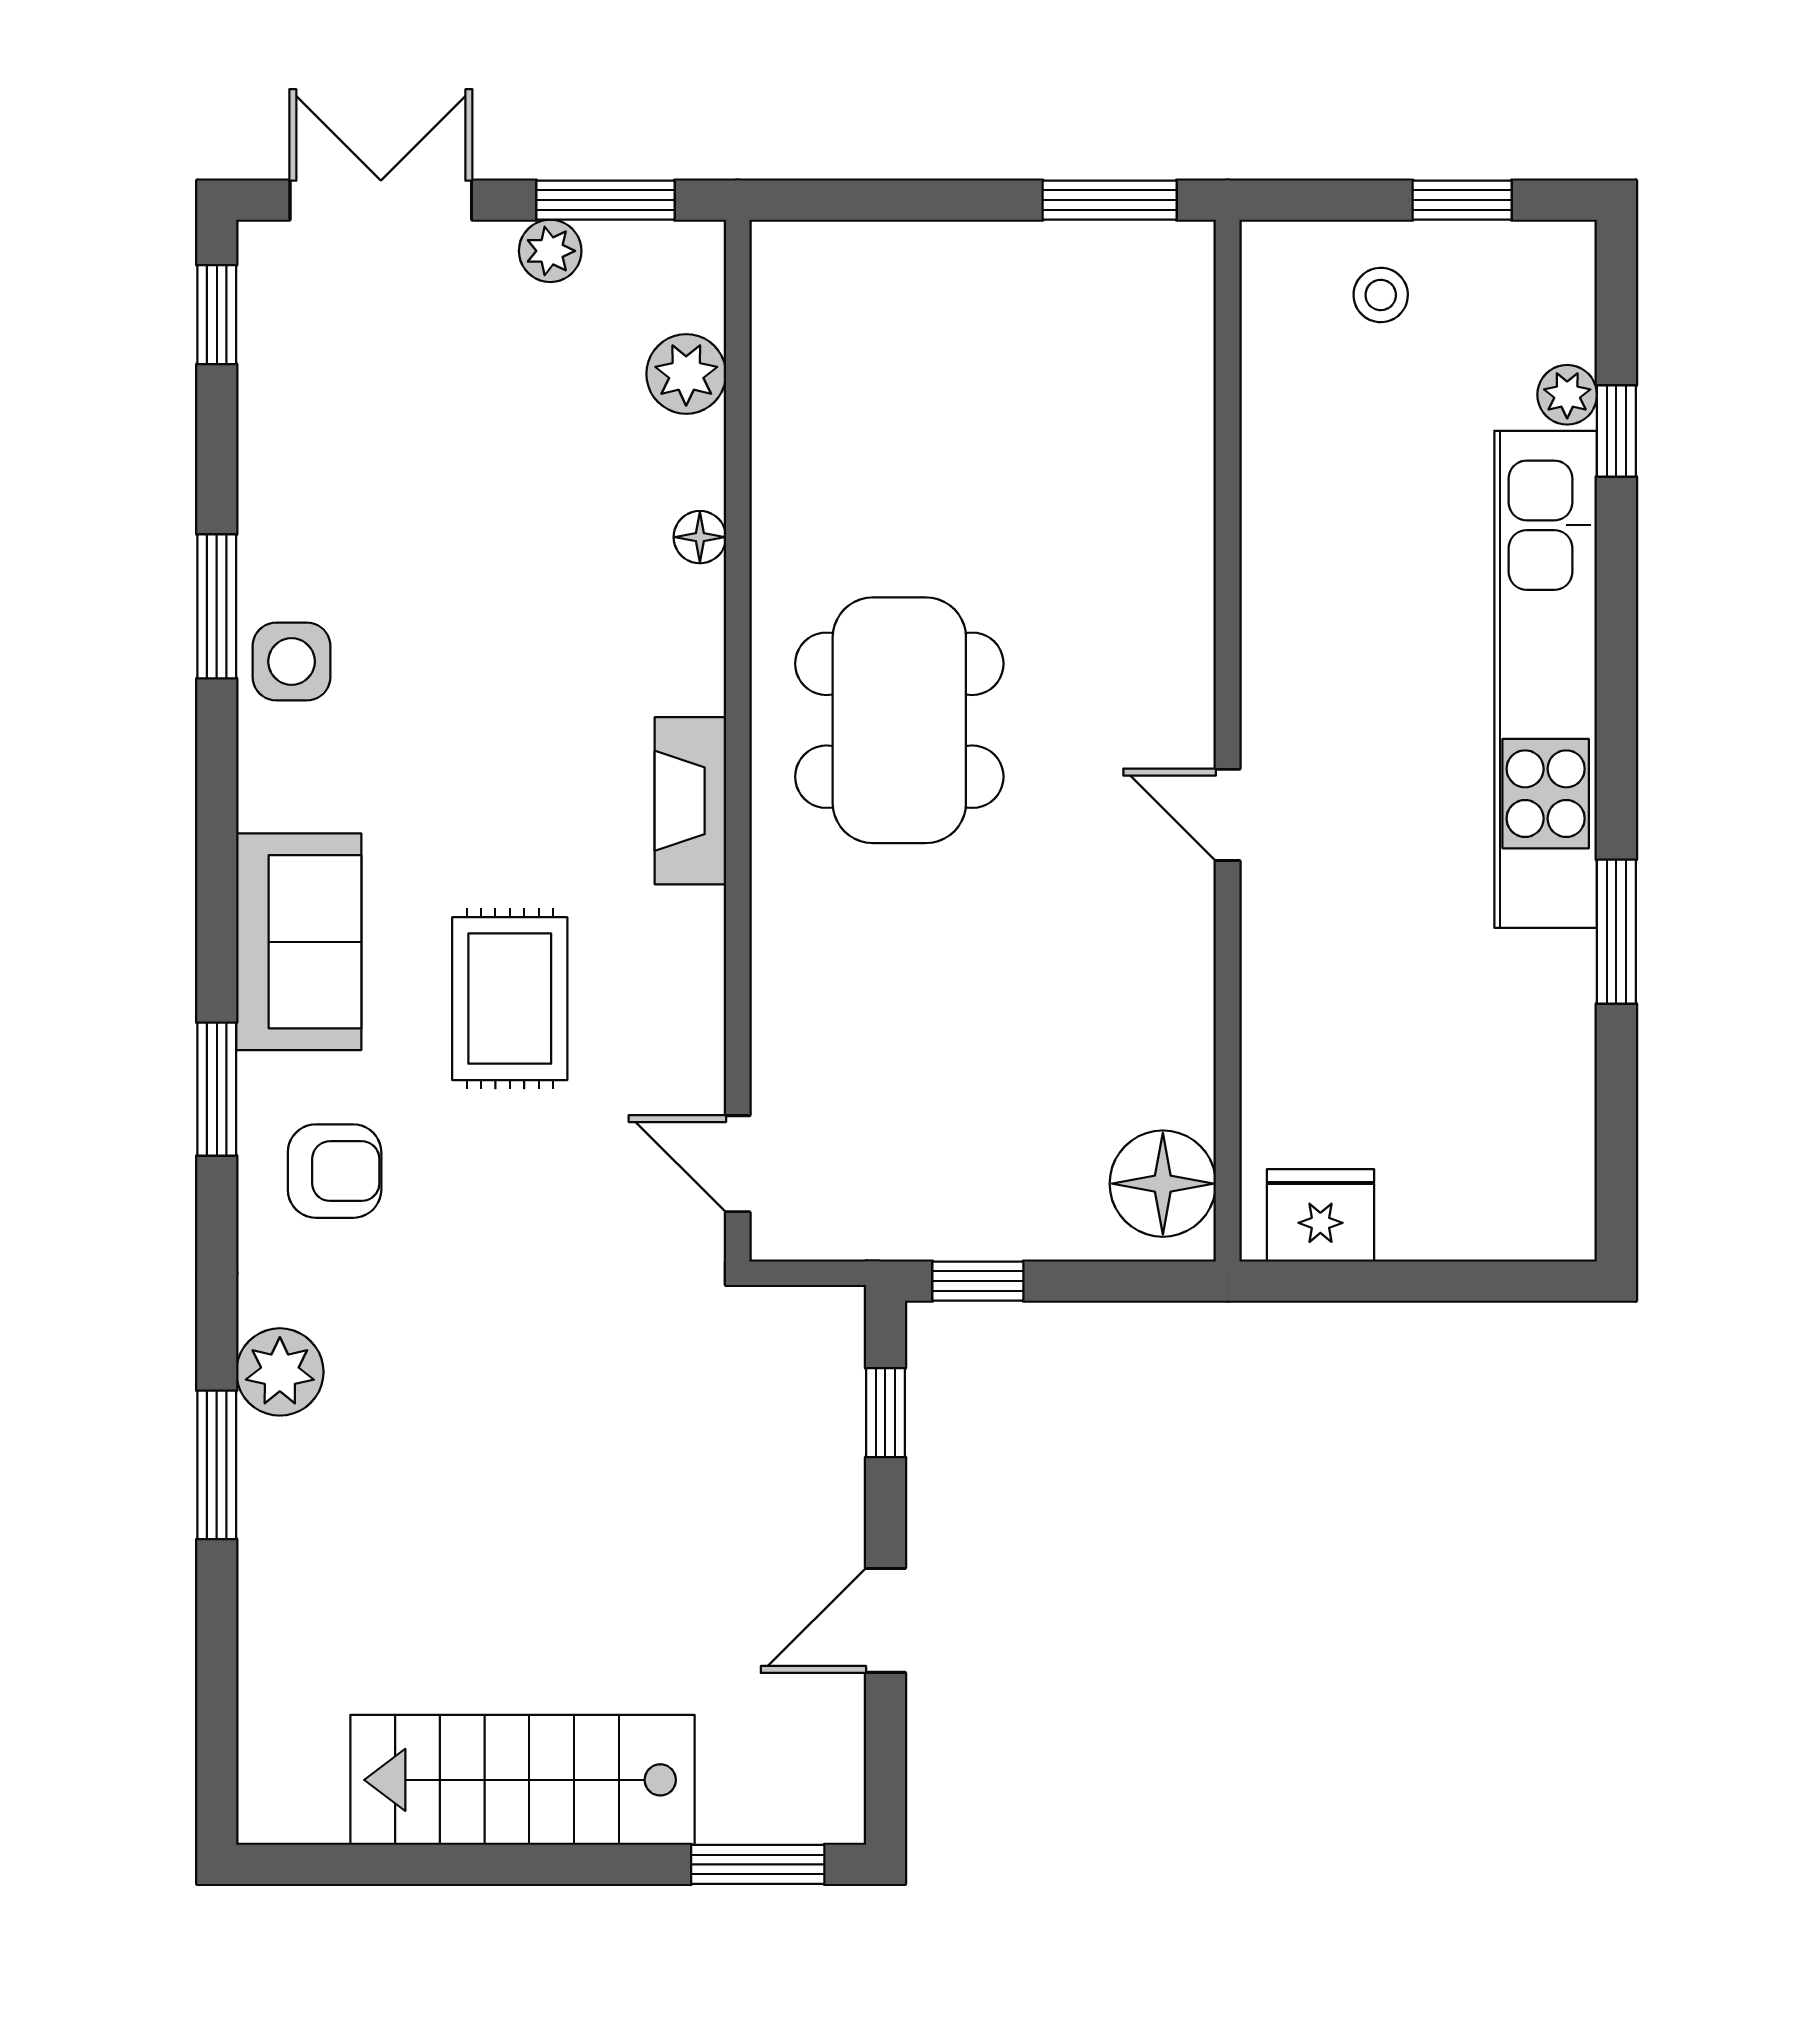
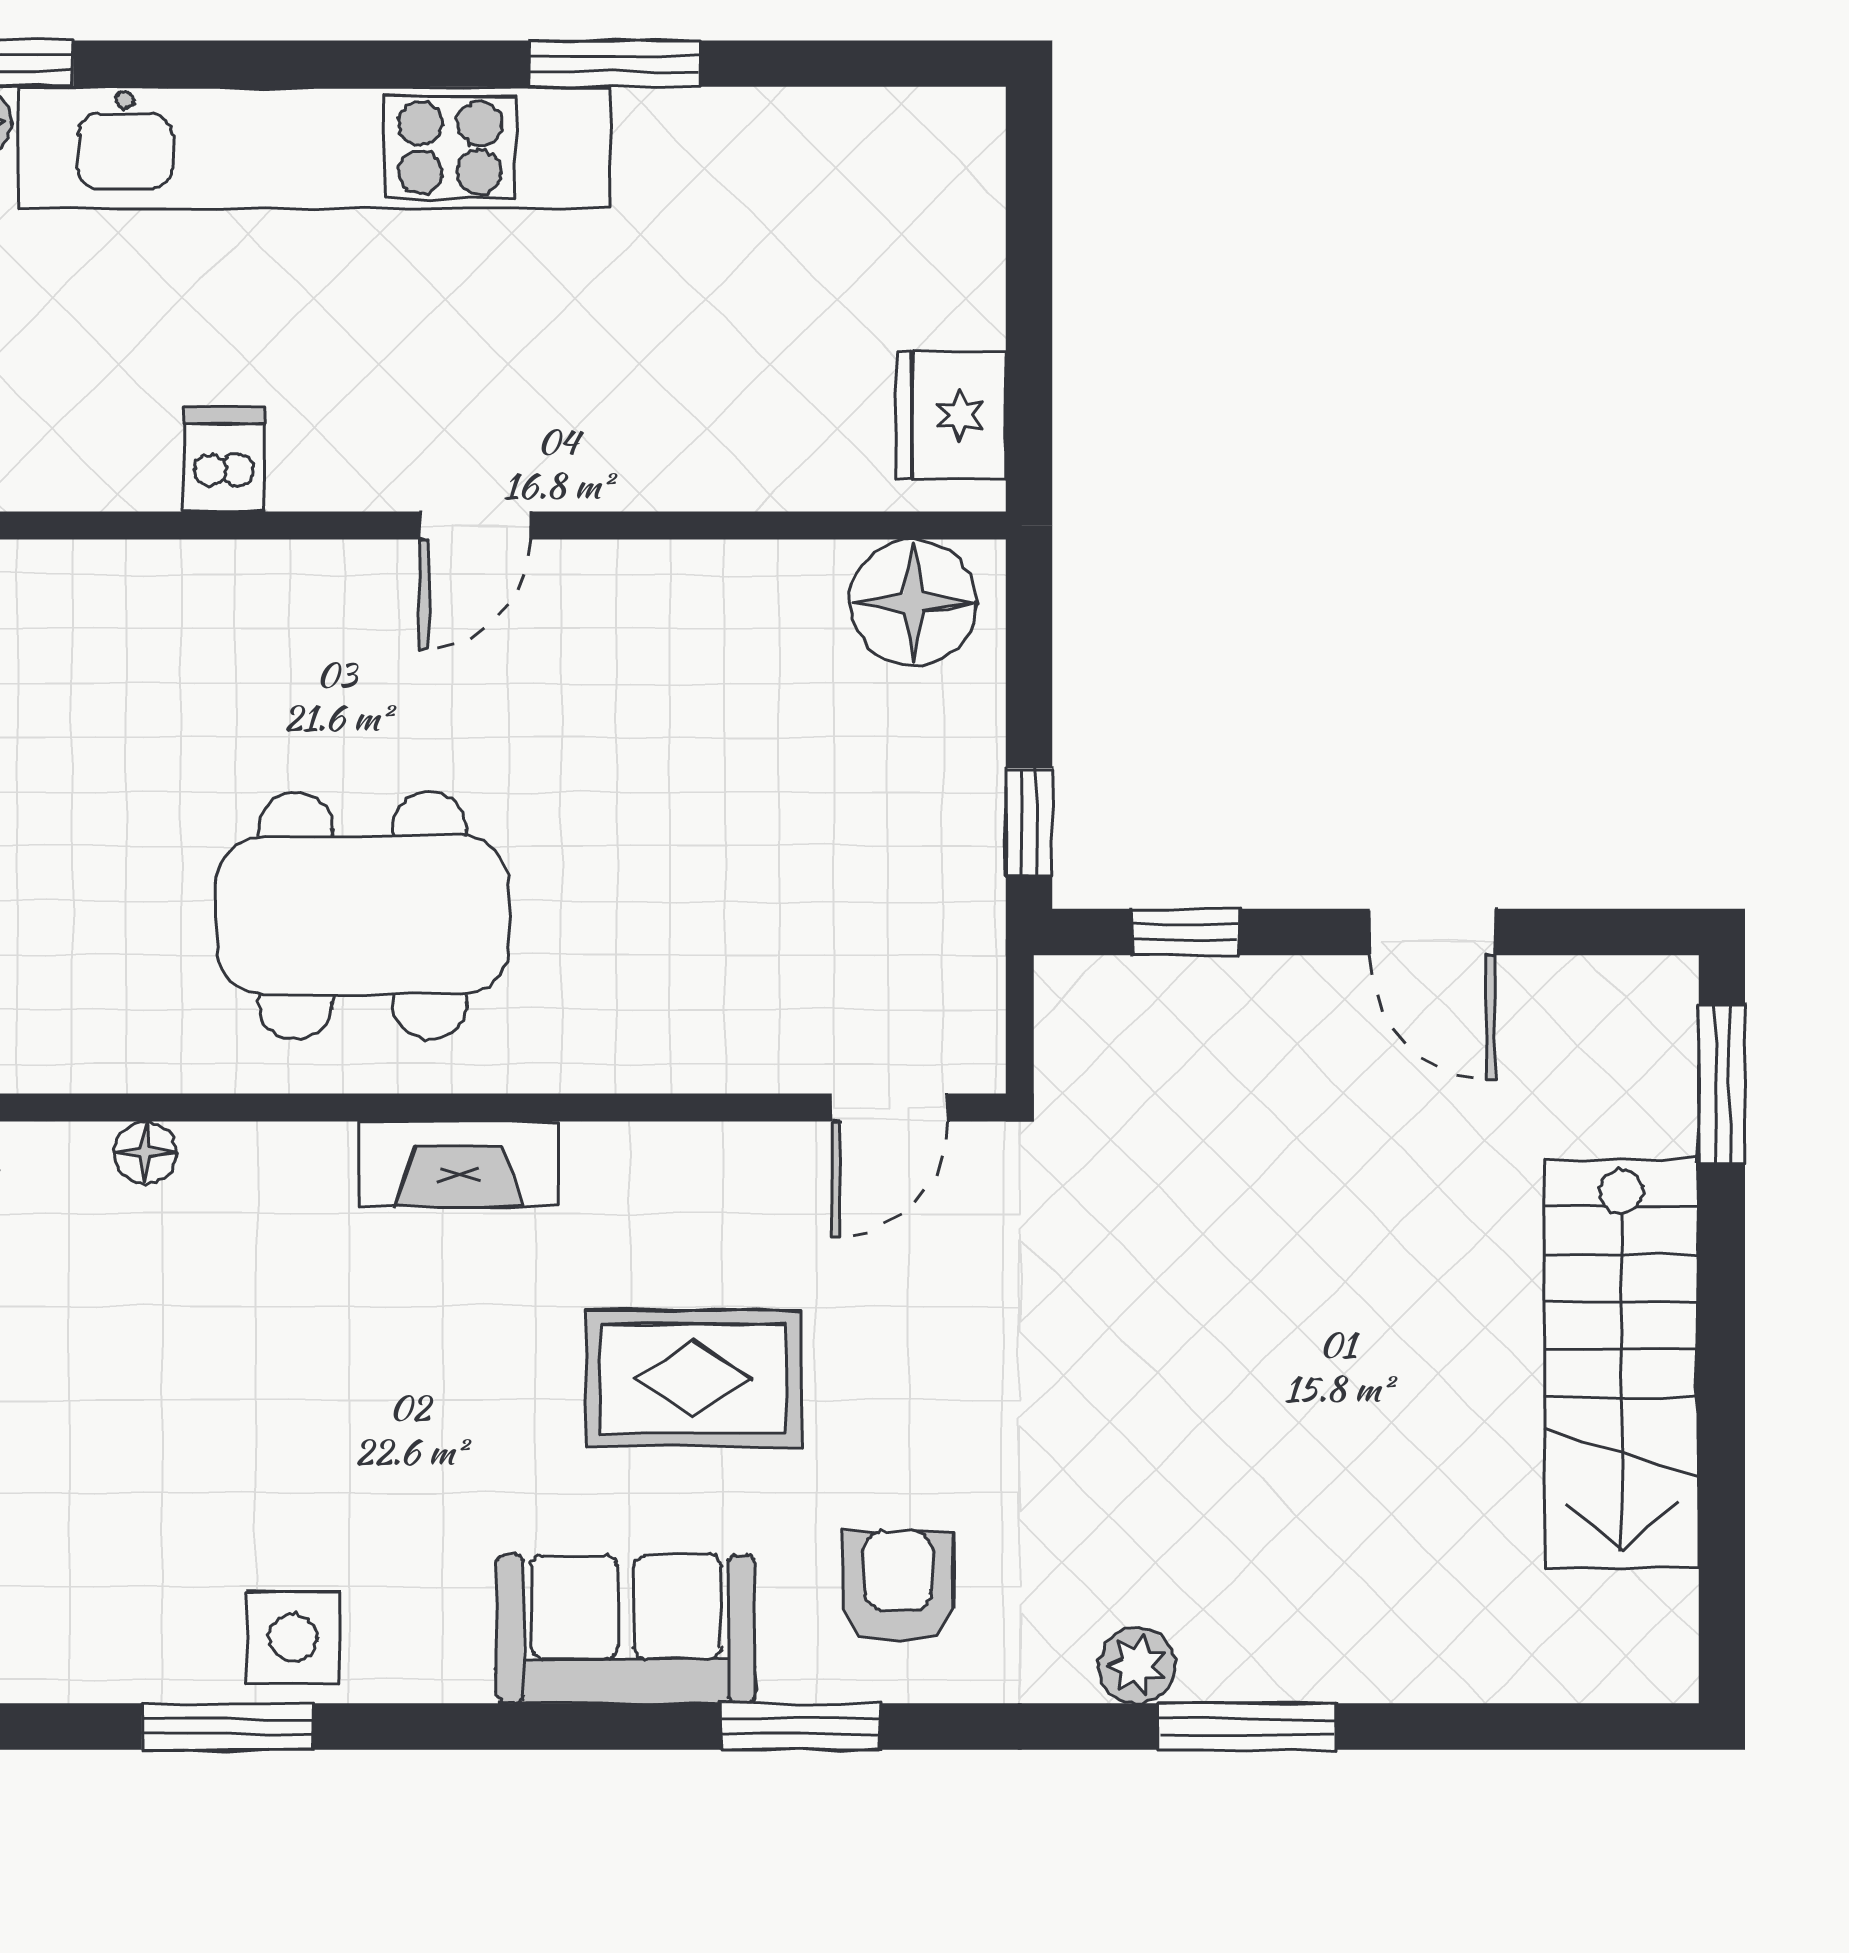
dishwasher: (1283, 604) -> (224, 459), added
plant: (280, 1372) -> (1137, 1666), width x0.73, depth x0.73

